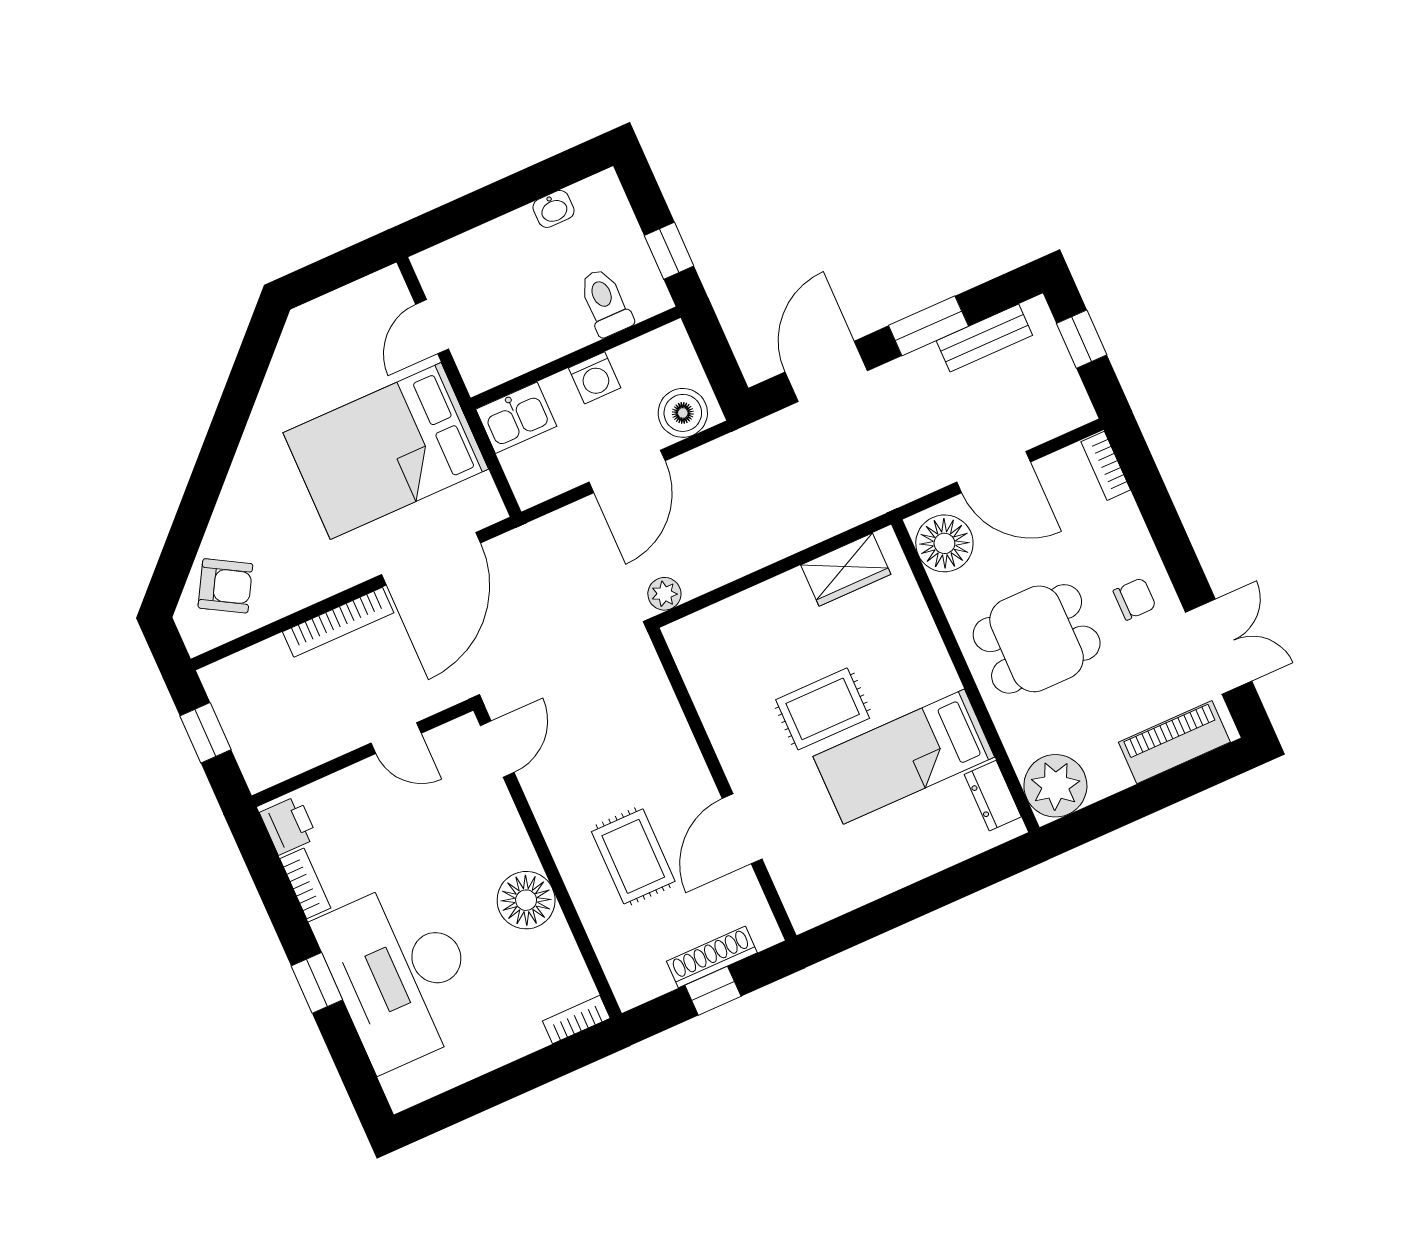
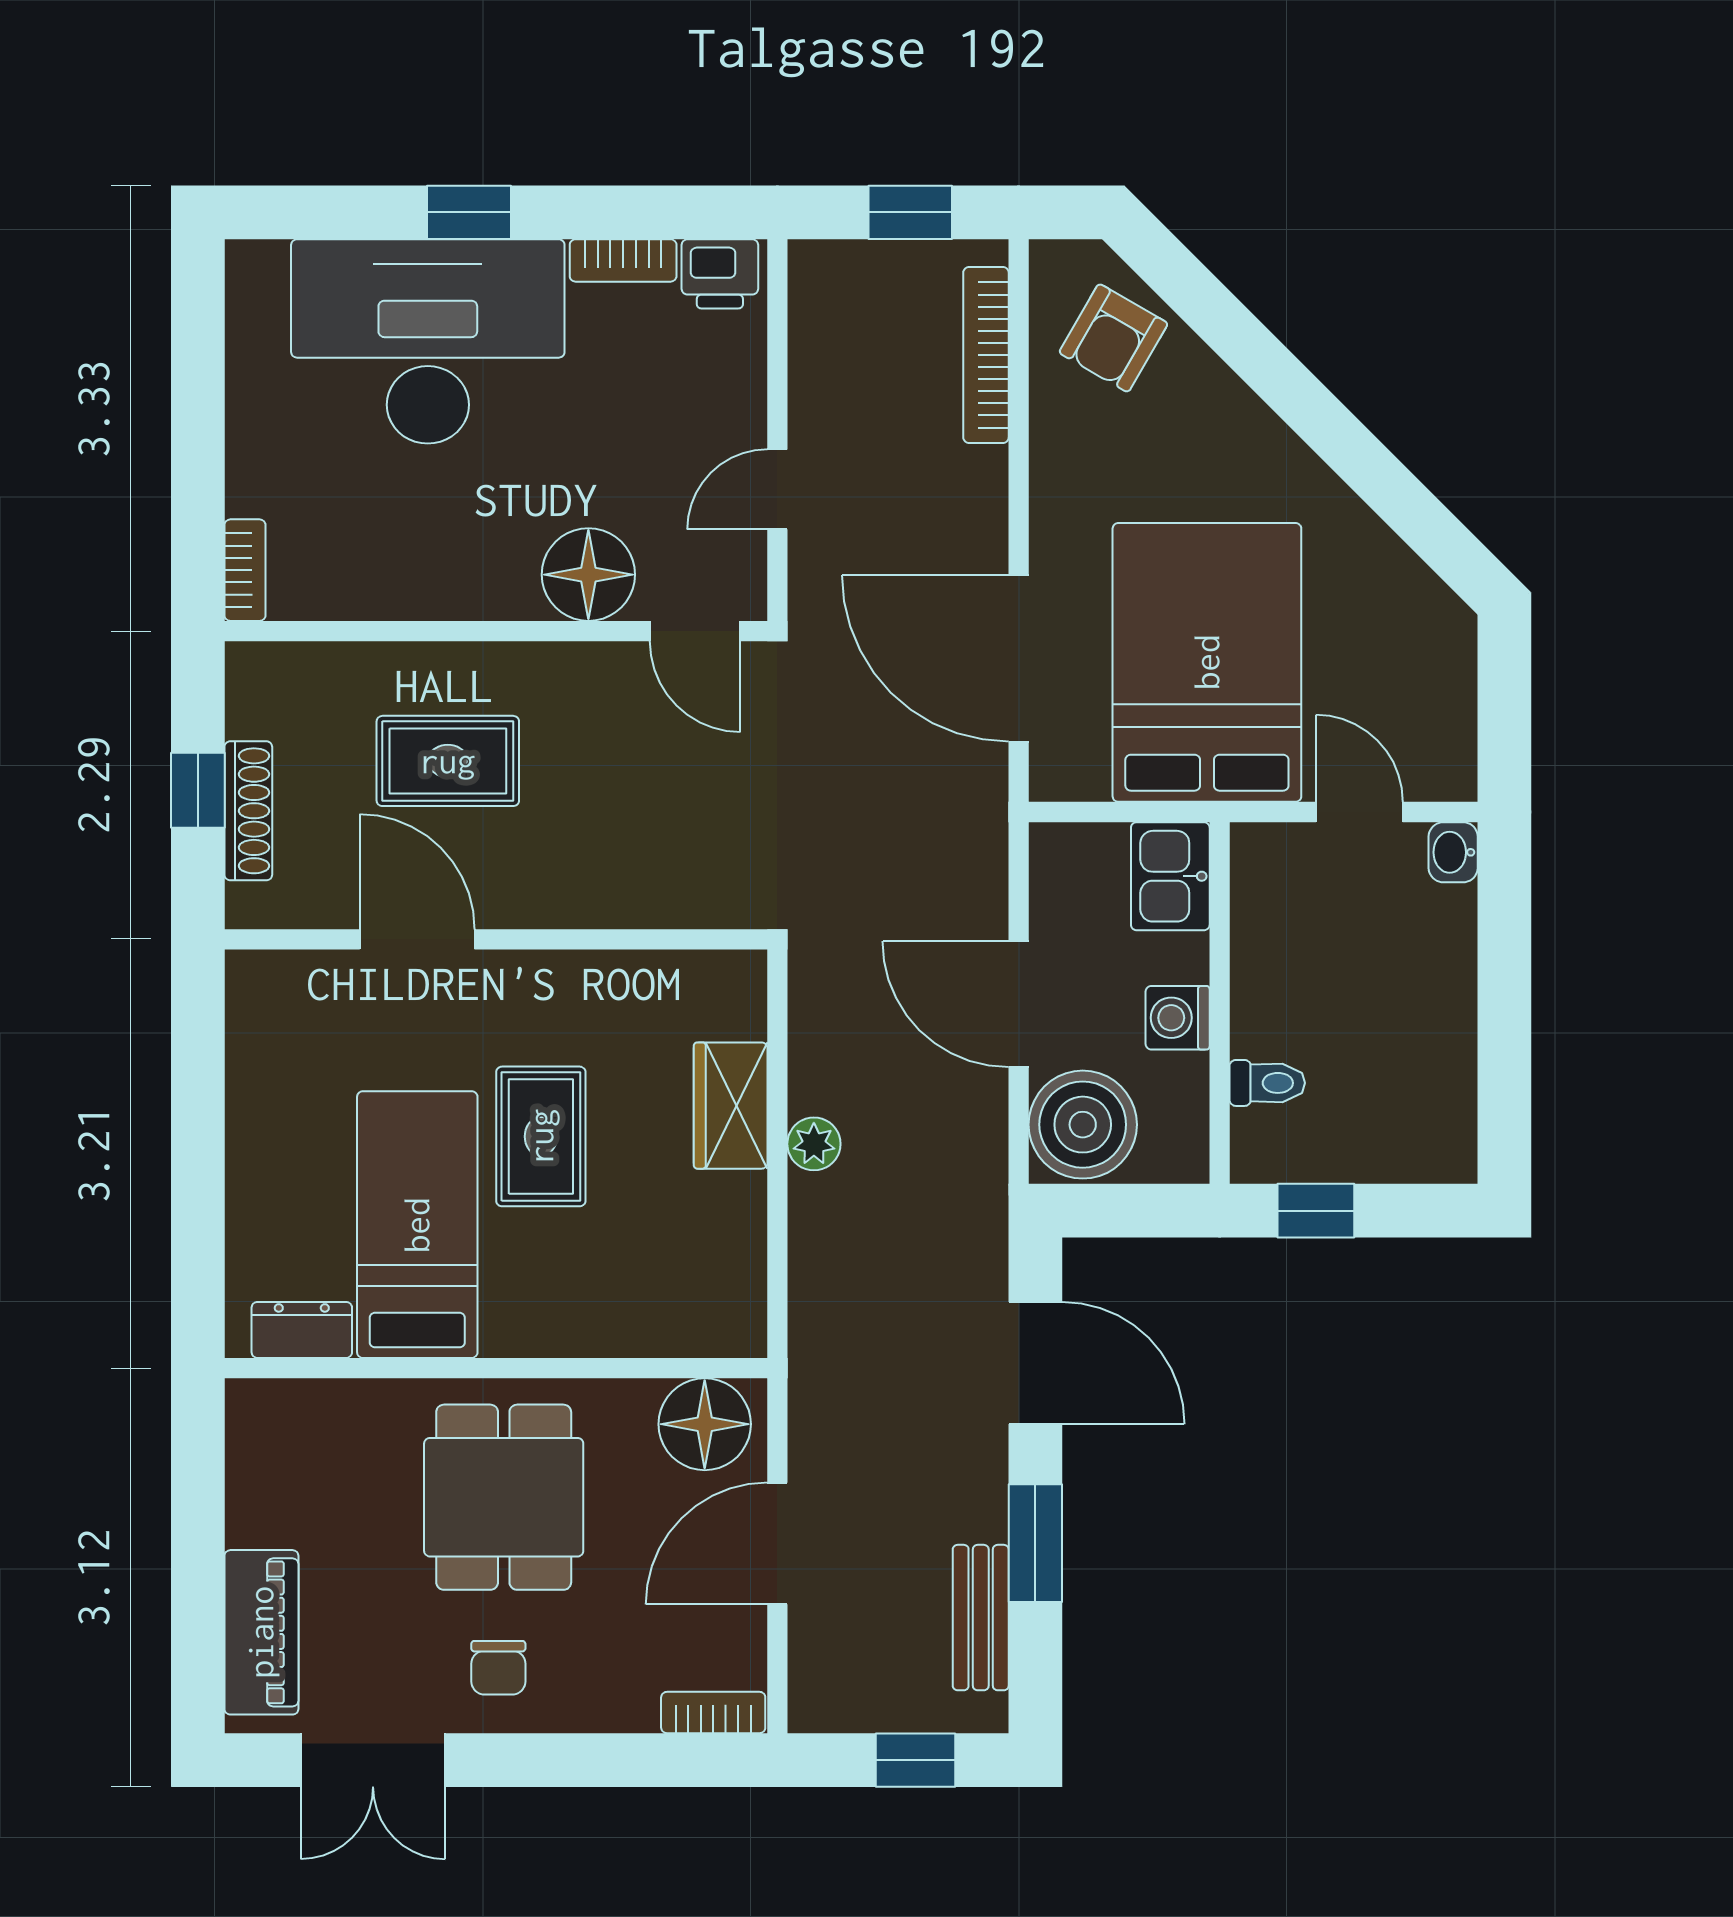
washbasin: (554, 209) -> (1453, 852), moved
toilet: (605, 302) -> (1267, 1083), width x0.73, depth x0.72
boiler: (683, 413) -> (1083, 1125), width x1.37, depth x1.37
wardrobe: (846, 570) -> (731, 1106), moved
plant: (664, 594) -> (814, 1144), moved
bookcase: (338, 622) -> (986, 355), moved
plant: (1055, 786) -> (275, 1429), removed
floor lamp: (526, 900) -> (588, 575), moved

